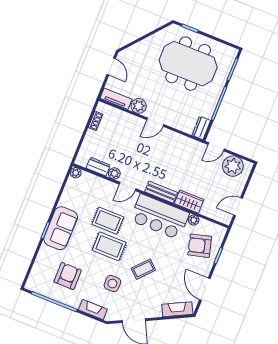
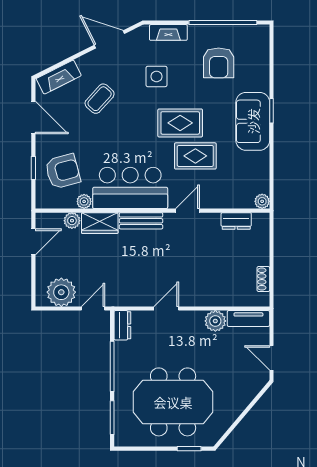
door: (155, 122) -> (166, 309), moved
plant: (114, 173) -> (72, 221), moved
coffee table: (143, 269) -> (100, 99), moved

